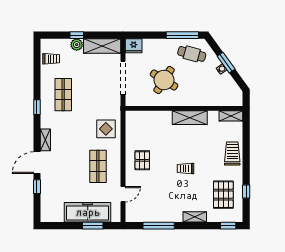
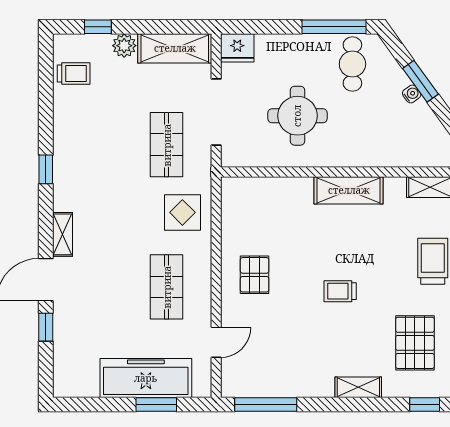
window: (77, 35) -> (98, 27), moved
cafe table: (192, 54) -> (352, 64), turned 75
round table: (164, 80) -> (297, 116), turned -32
shop shelf: (63, 95) -> (167, 145), moved
window: (159, 226) -> (266, 405), moved

